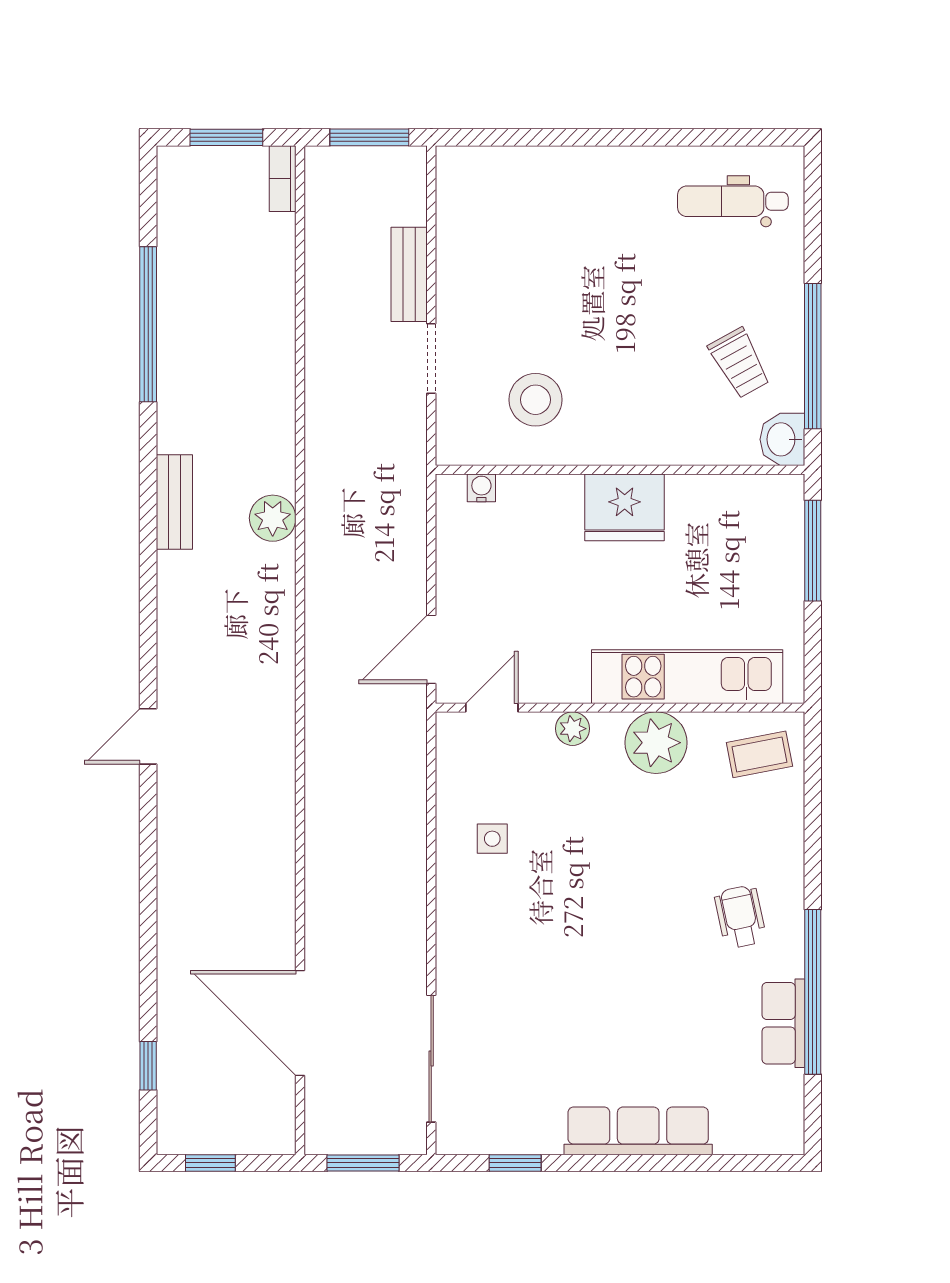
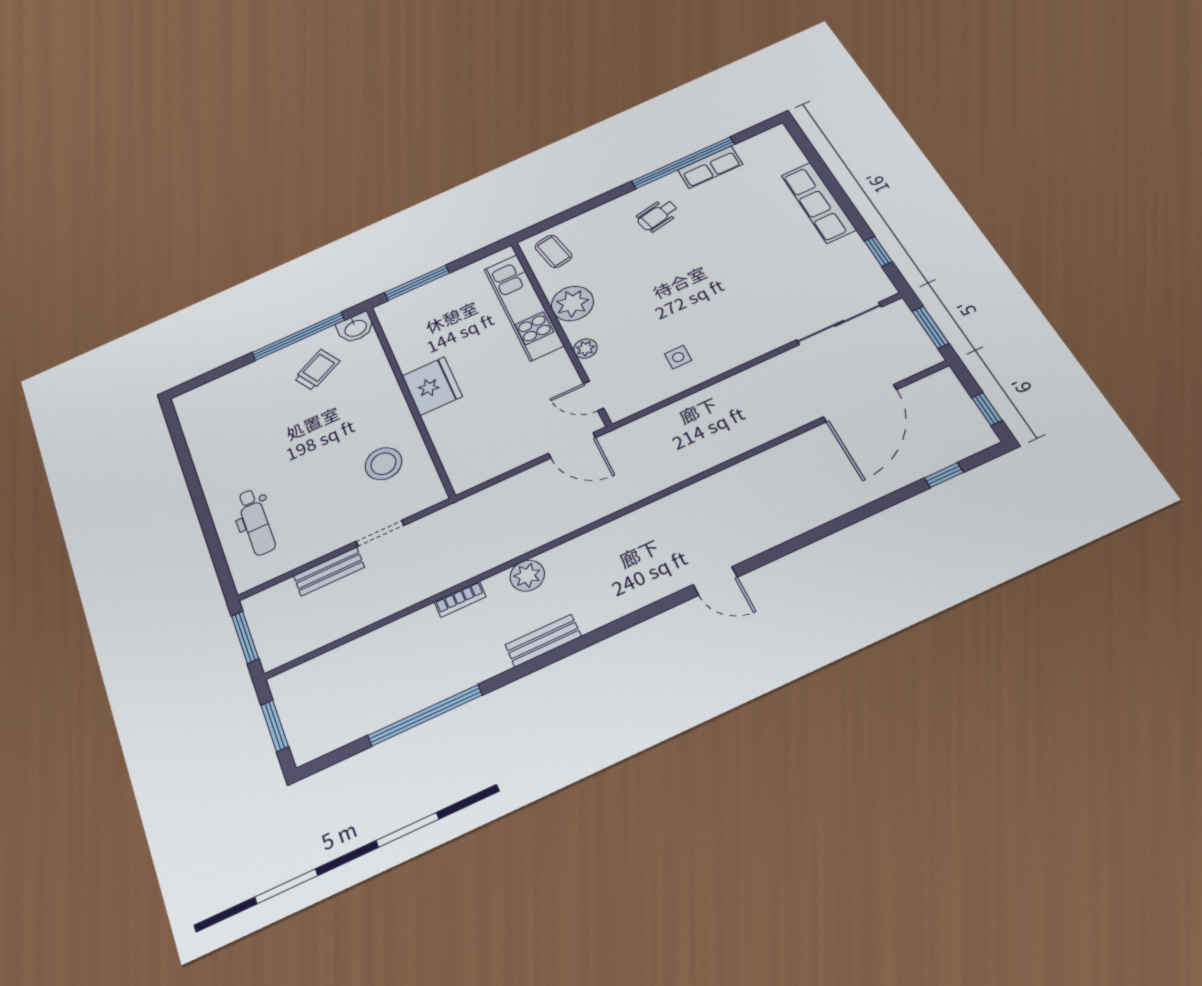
bookcase: (283, 179) -> (460, 599), moved
dental chair: (733, 201) -> (256, 522), moved
water cooler: (481, 488) -> (453, 467), removed

